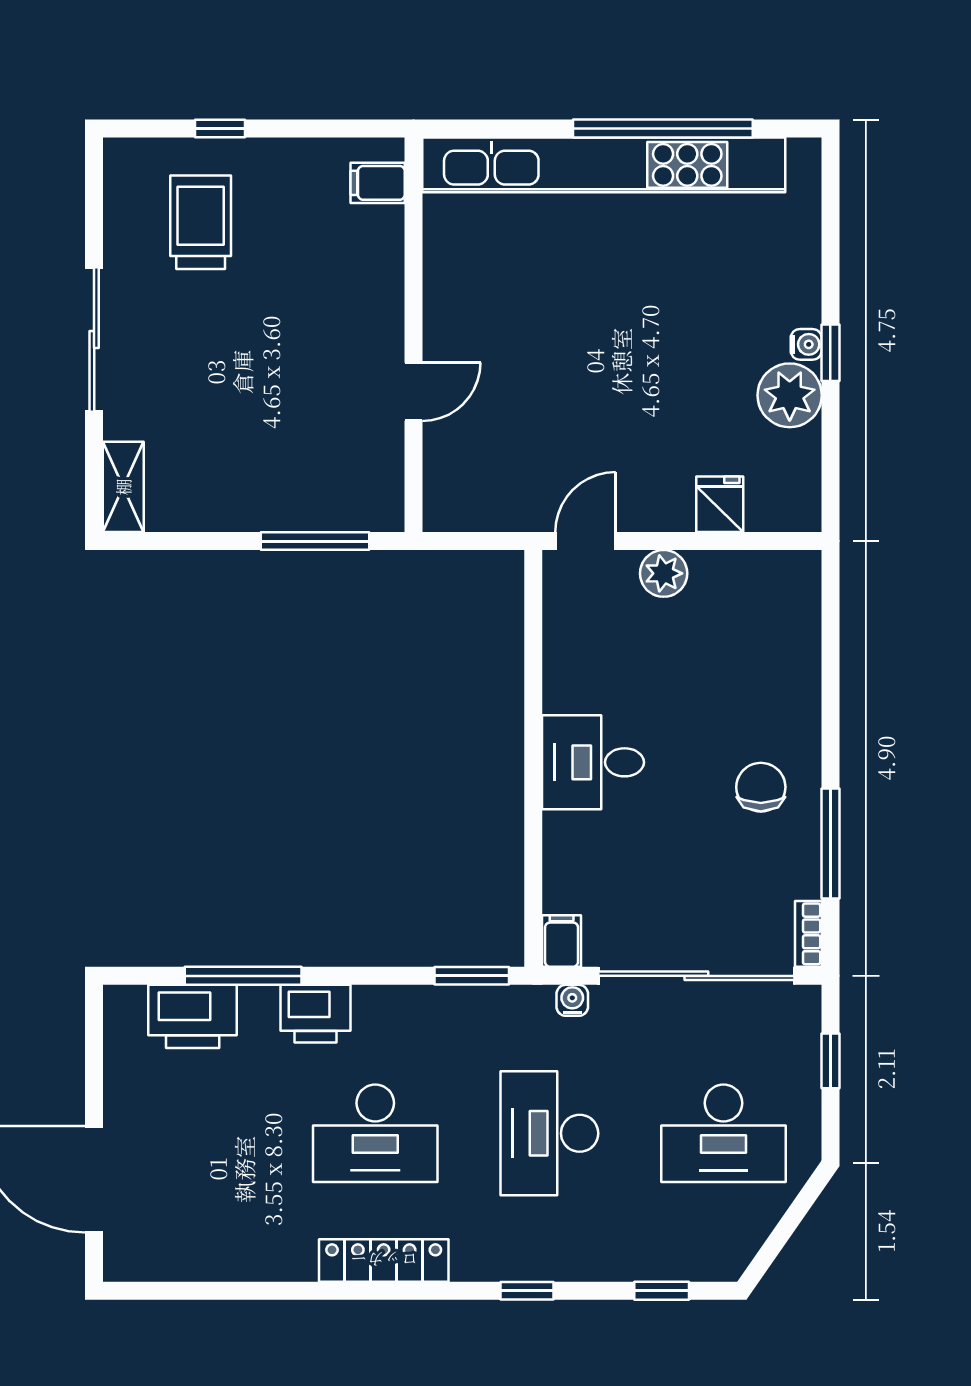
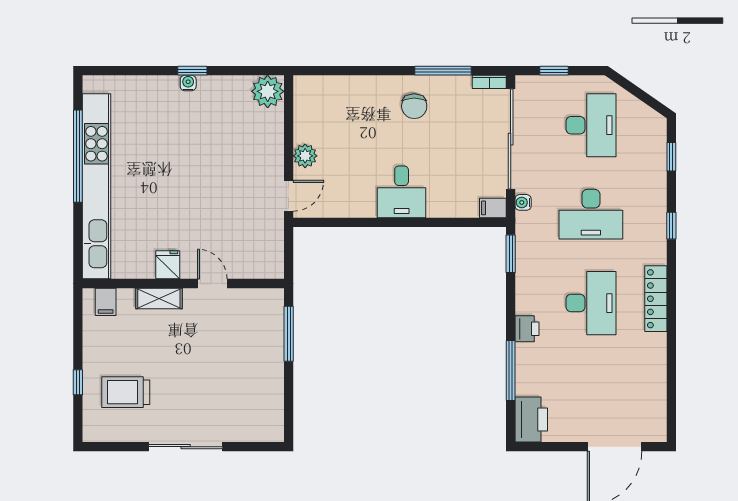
plant: (790, 395) -> (268, 91), moved
shelving: (123, 487) -> (159, 298), moved
fridge: (720, 504) -> (168, 265), moved, turned 90
door: (585, 541) -> (289, 196), swing flipped
chair: (761, 787) -> (414, 106), turned -90
printer: (315, 1014) -> (527, 329), width x0.73, depth x0.81
printer: (193, 1016) -> (531, 420), moved

